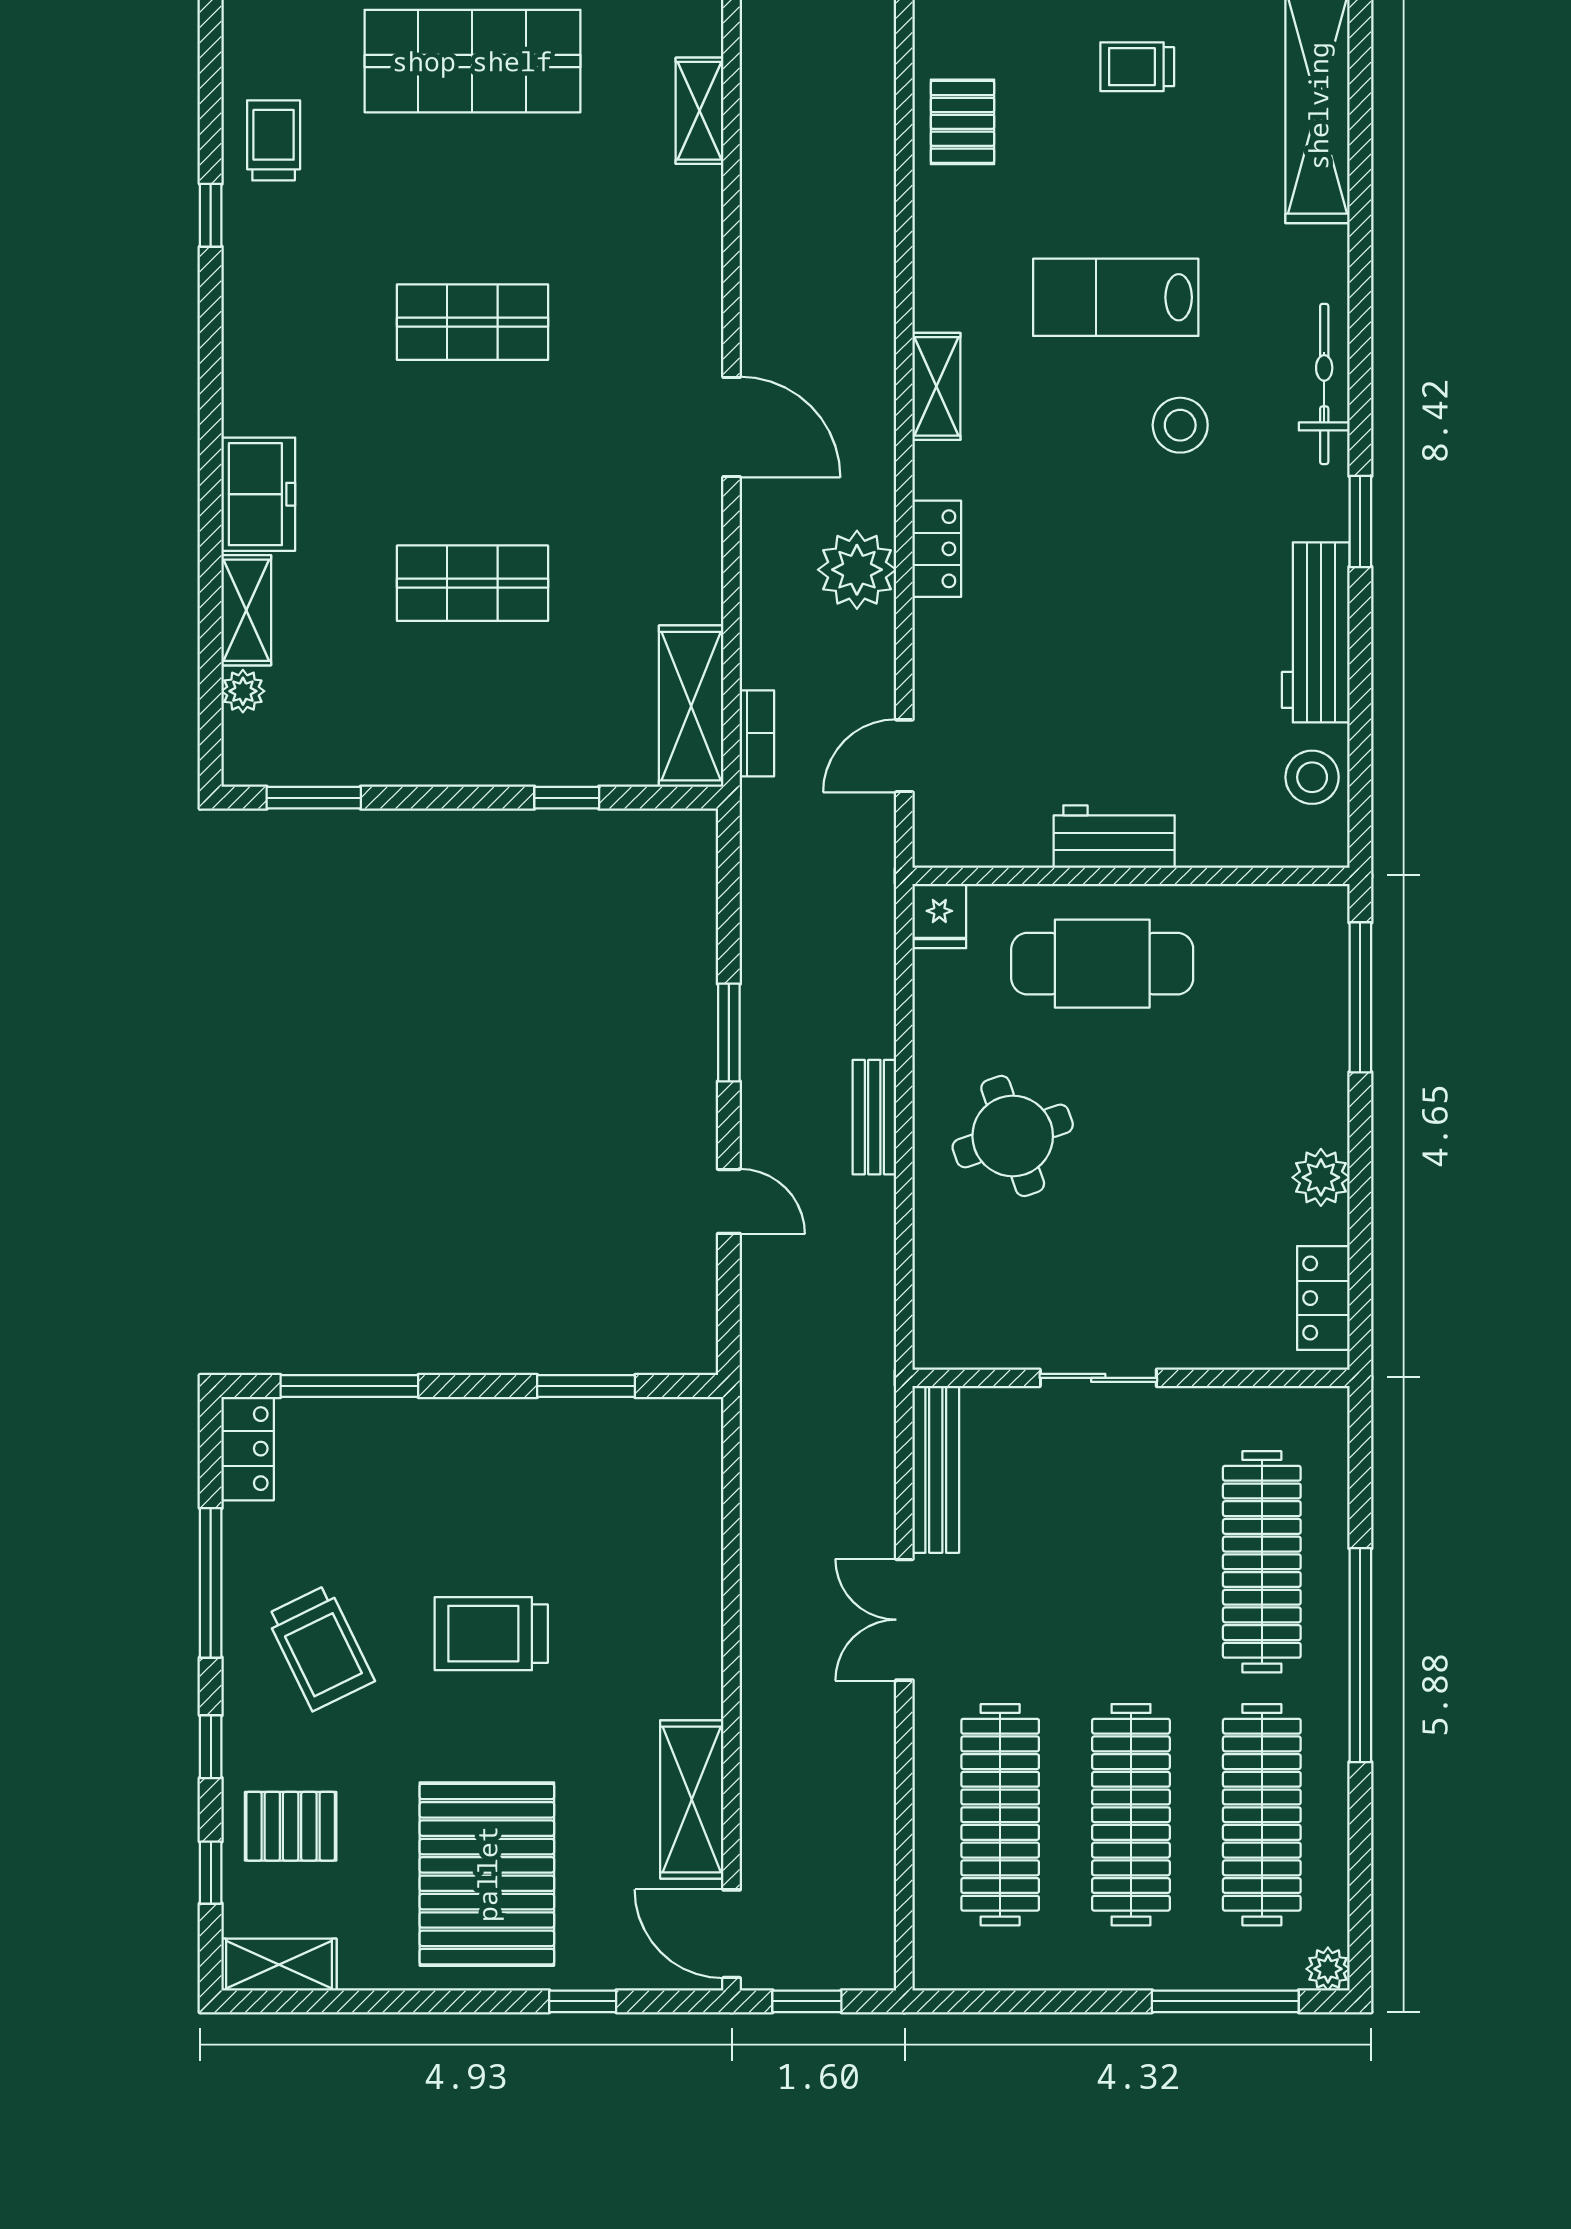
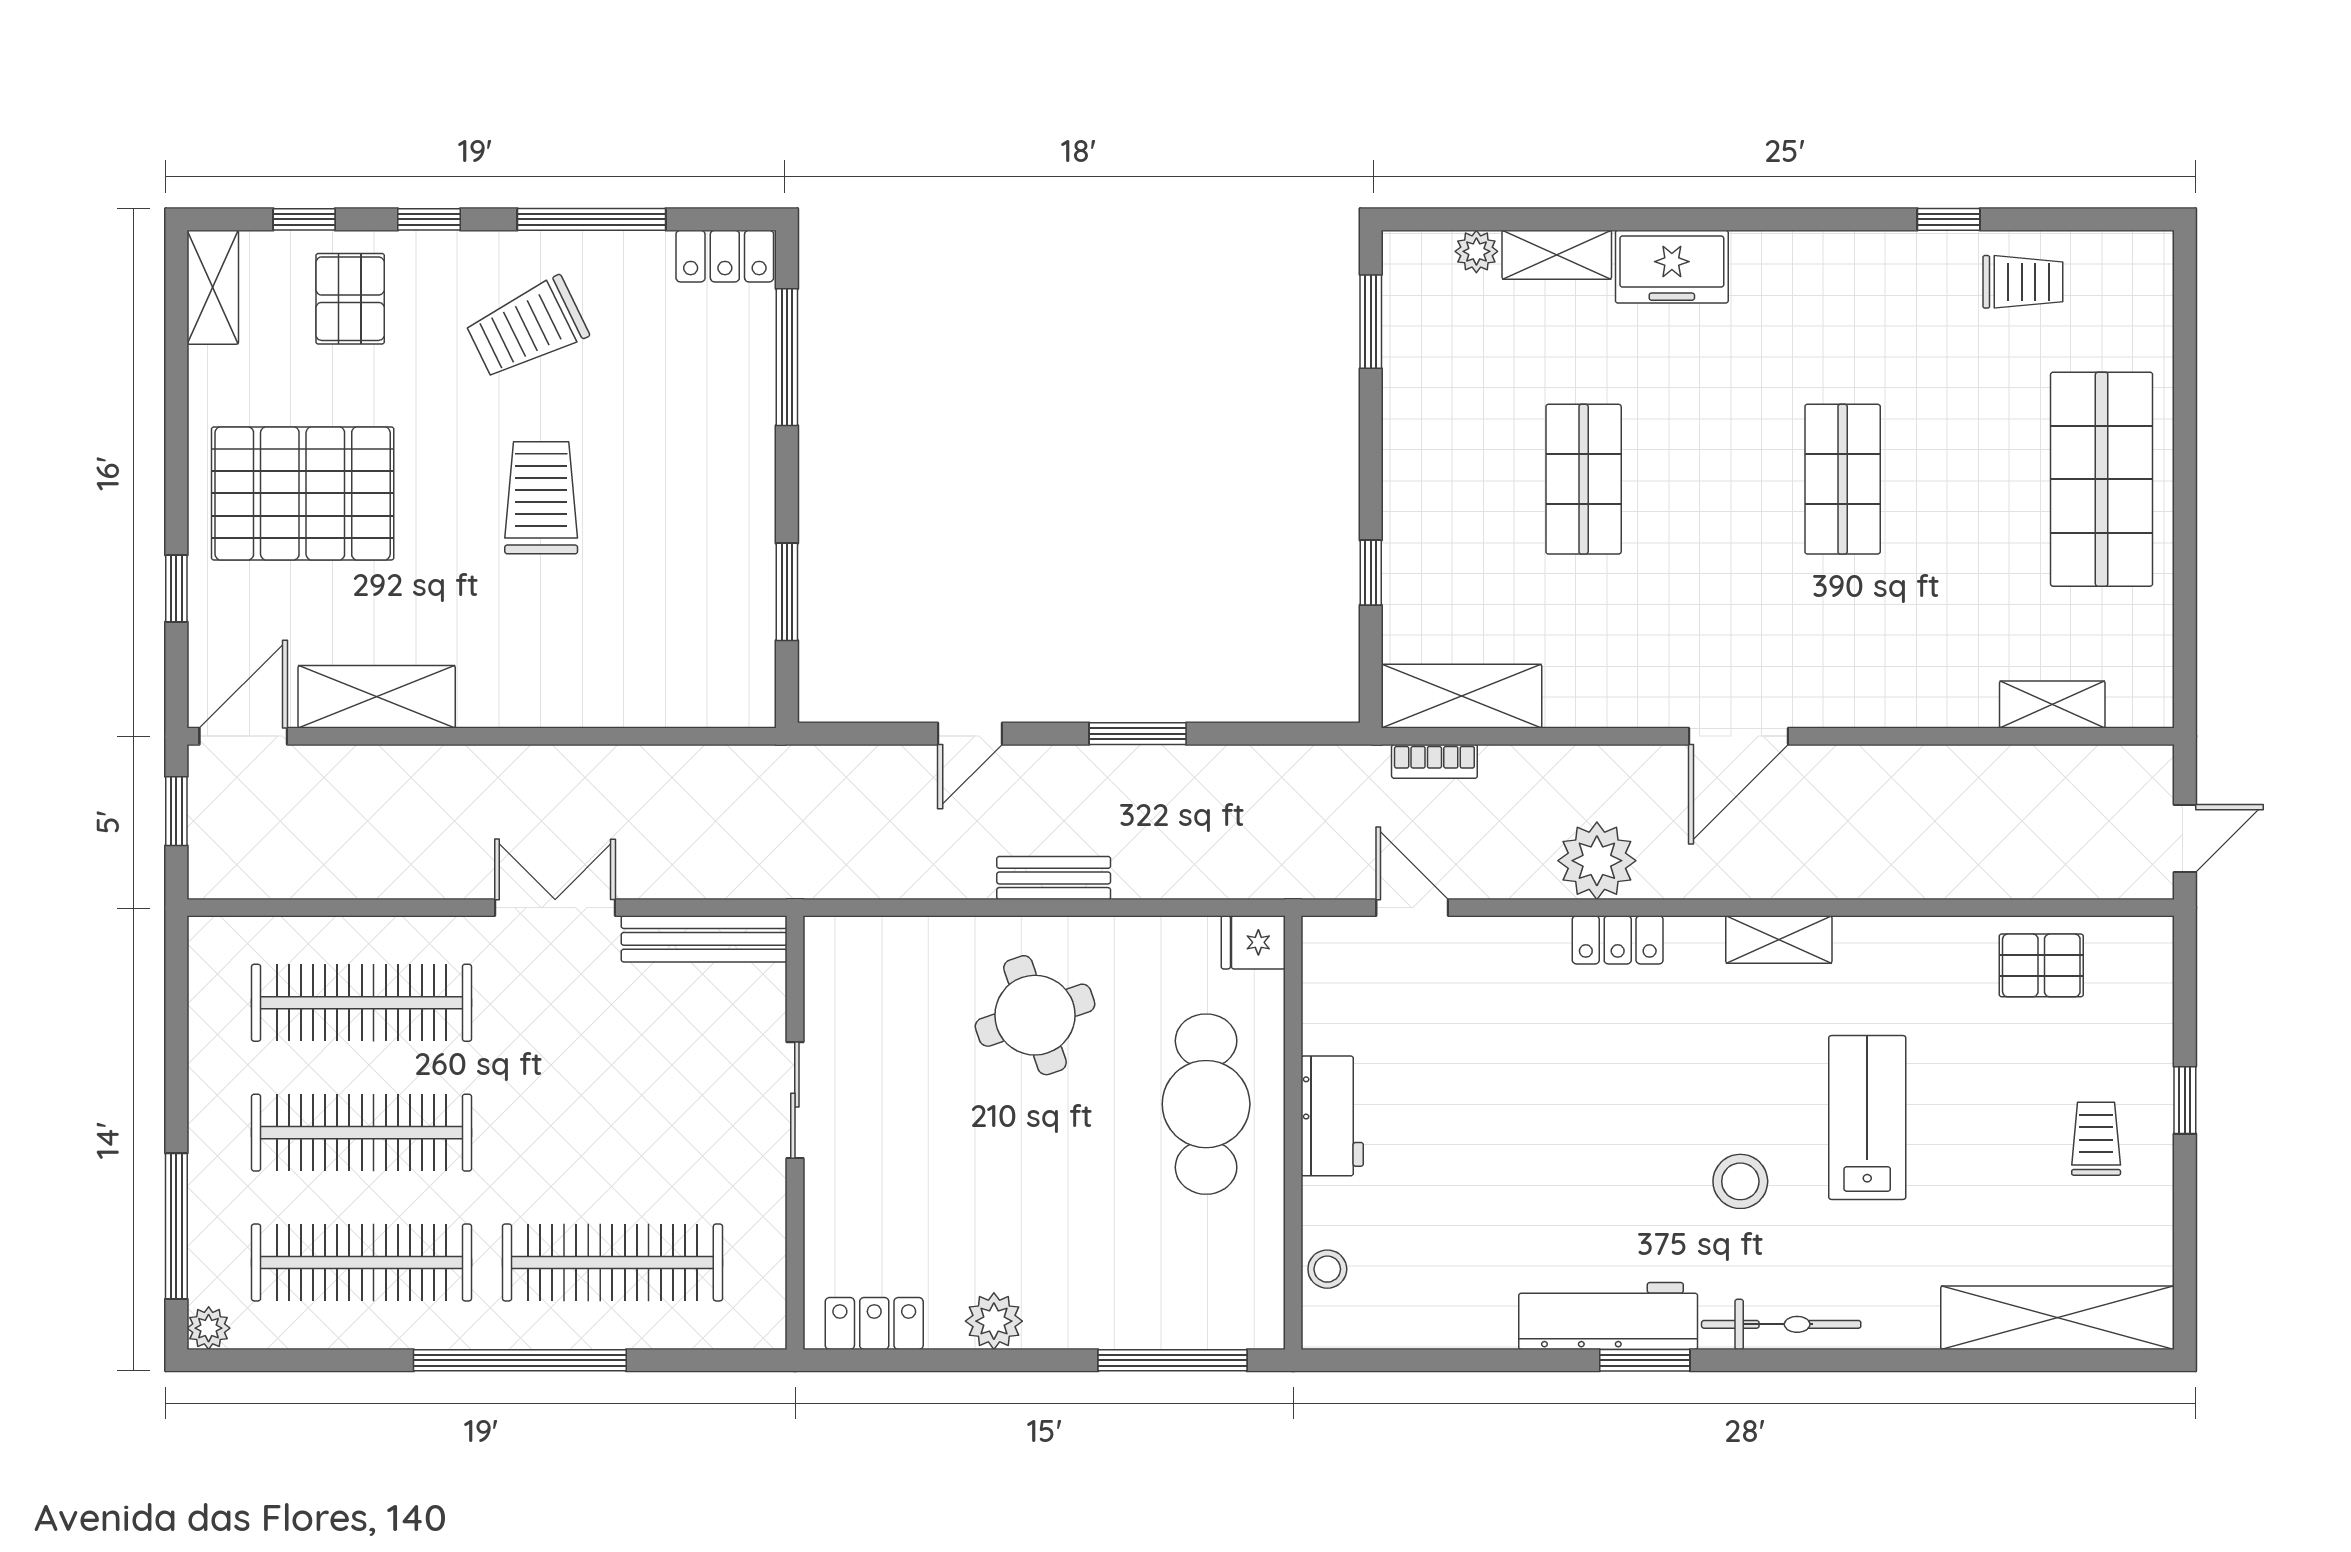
workbench: (1316, 632) -> (1608, 1316), moved
stool: (1312, 777) -> (1327, 1269), moved, width x0.73, depth x0.73

